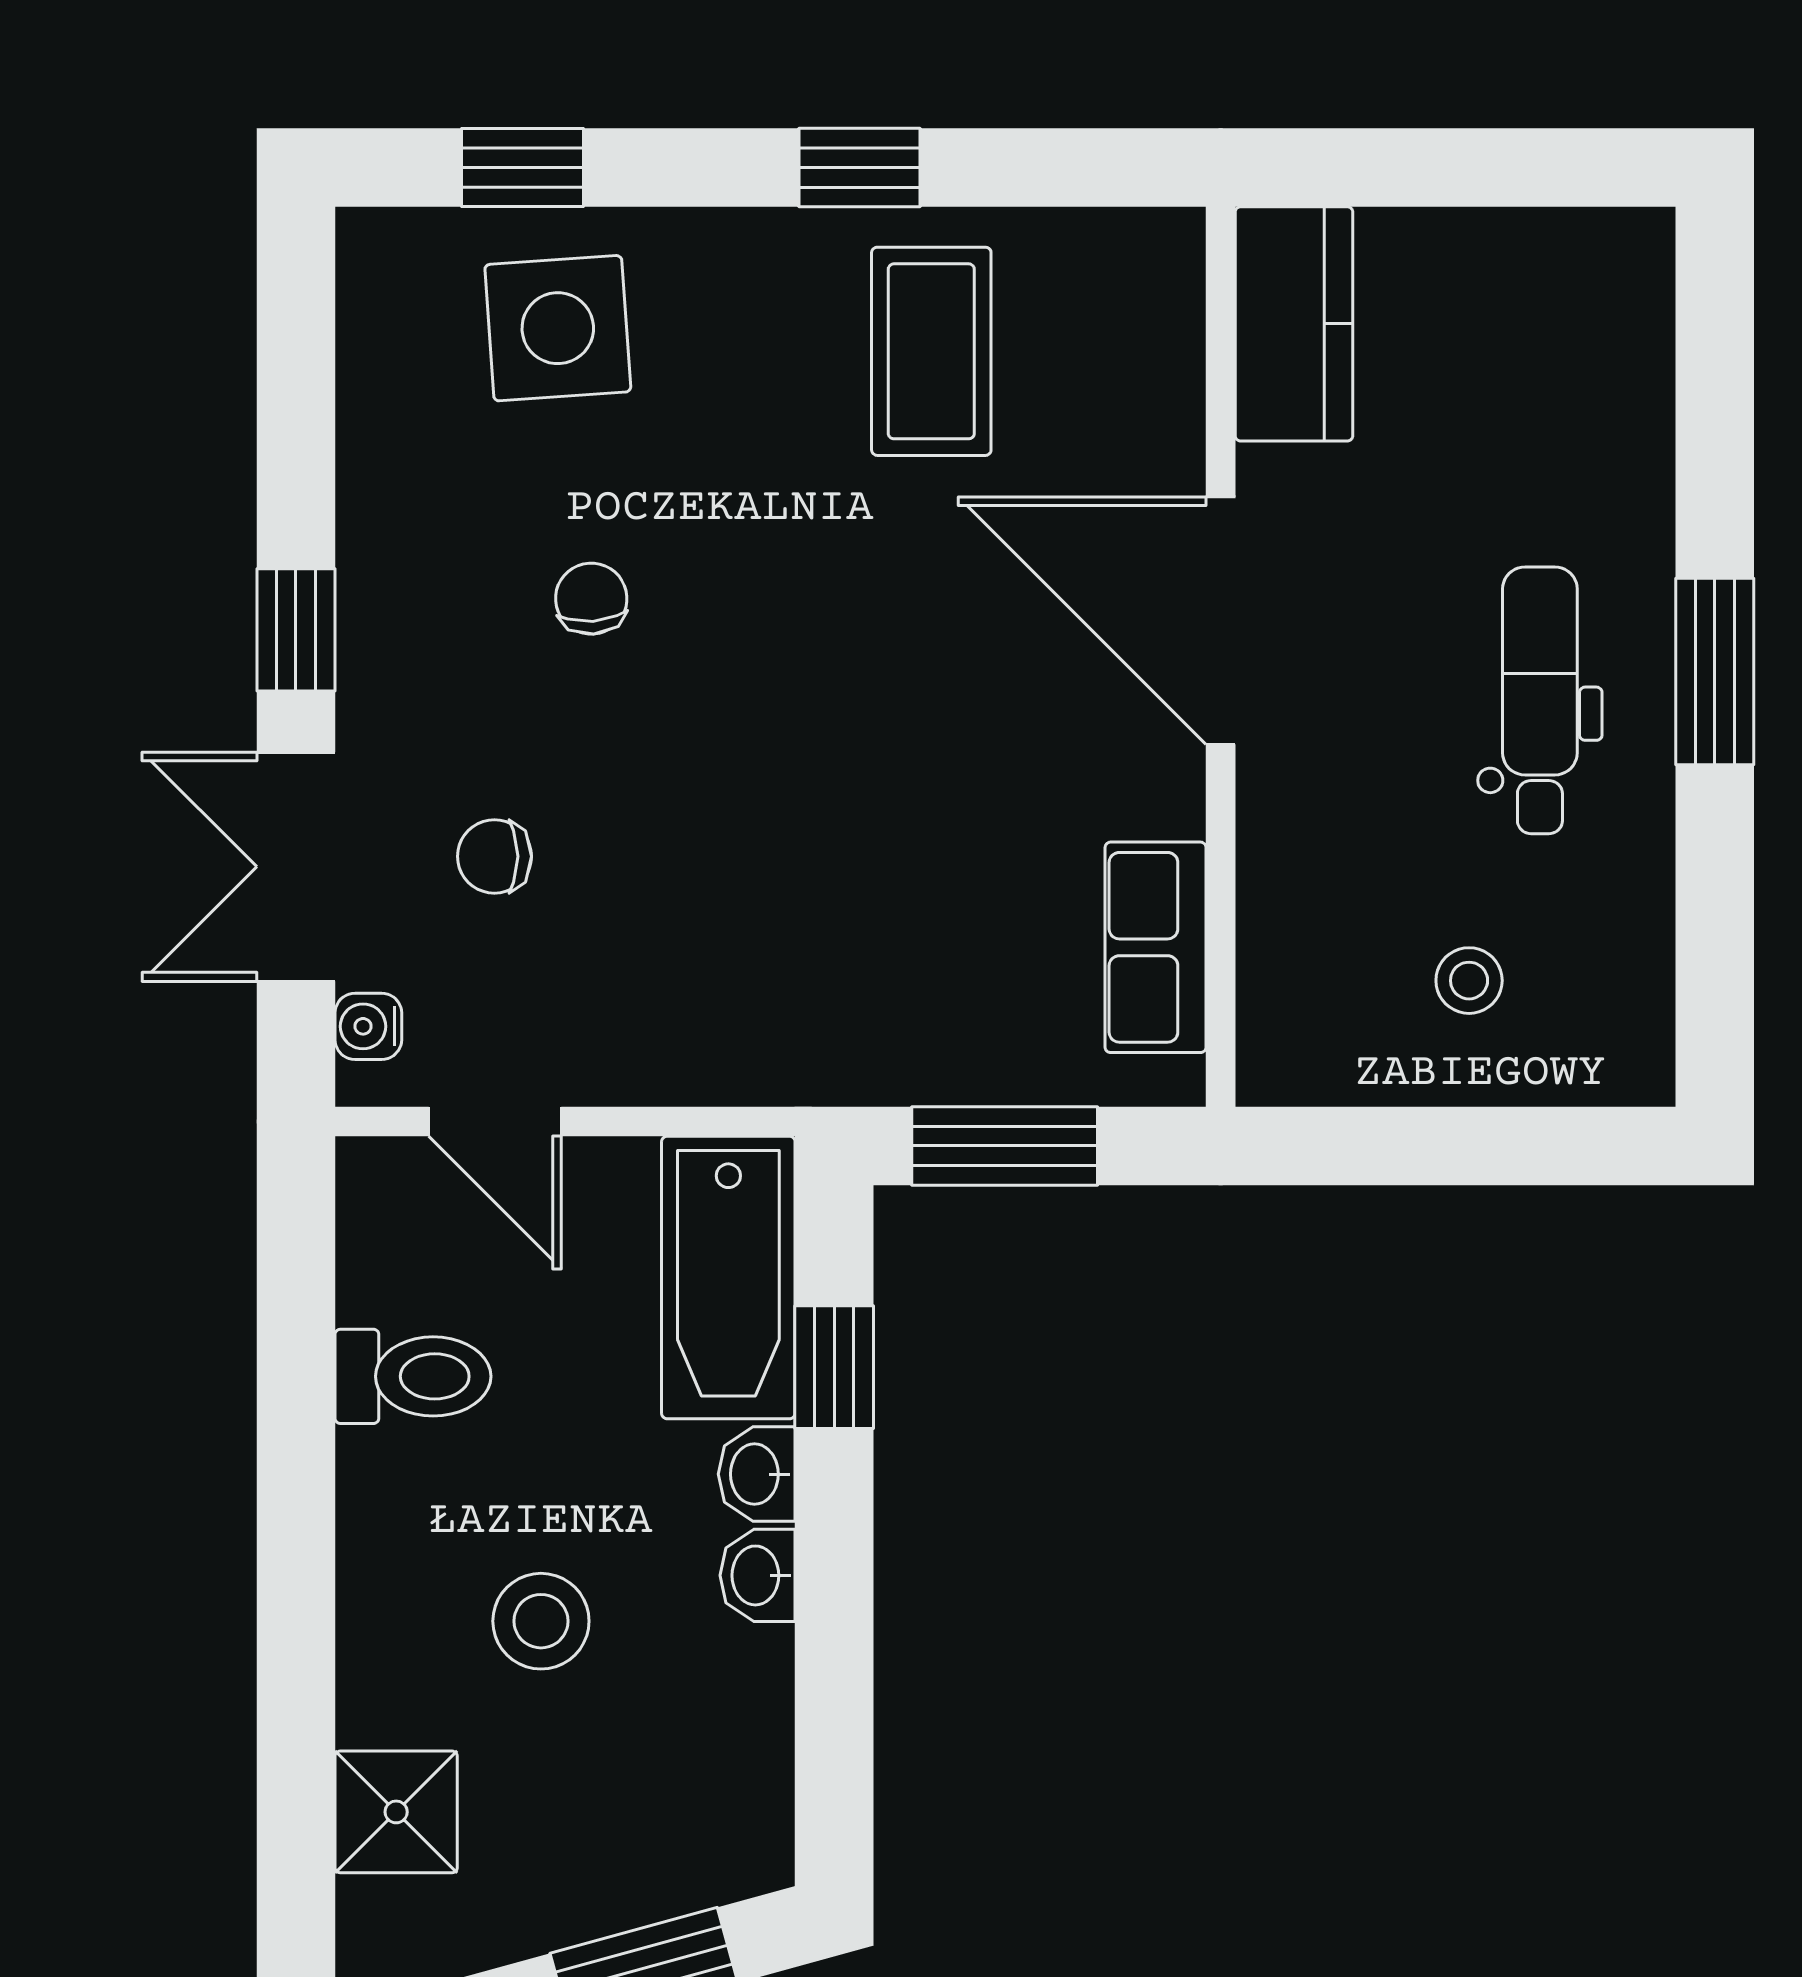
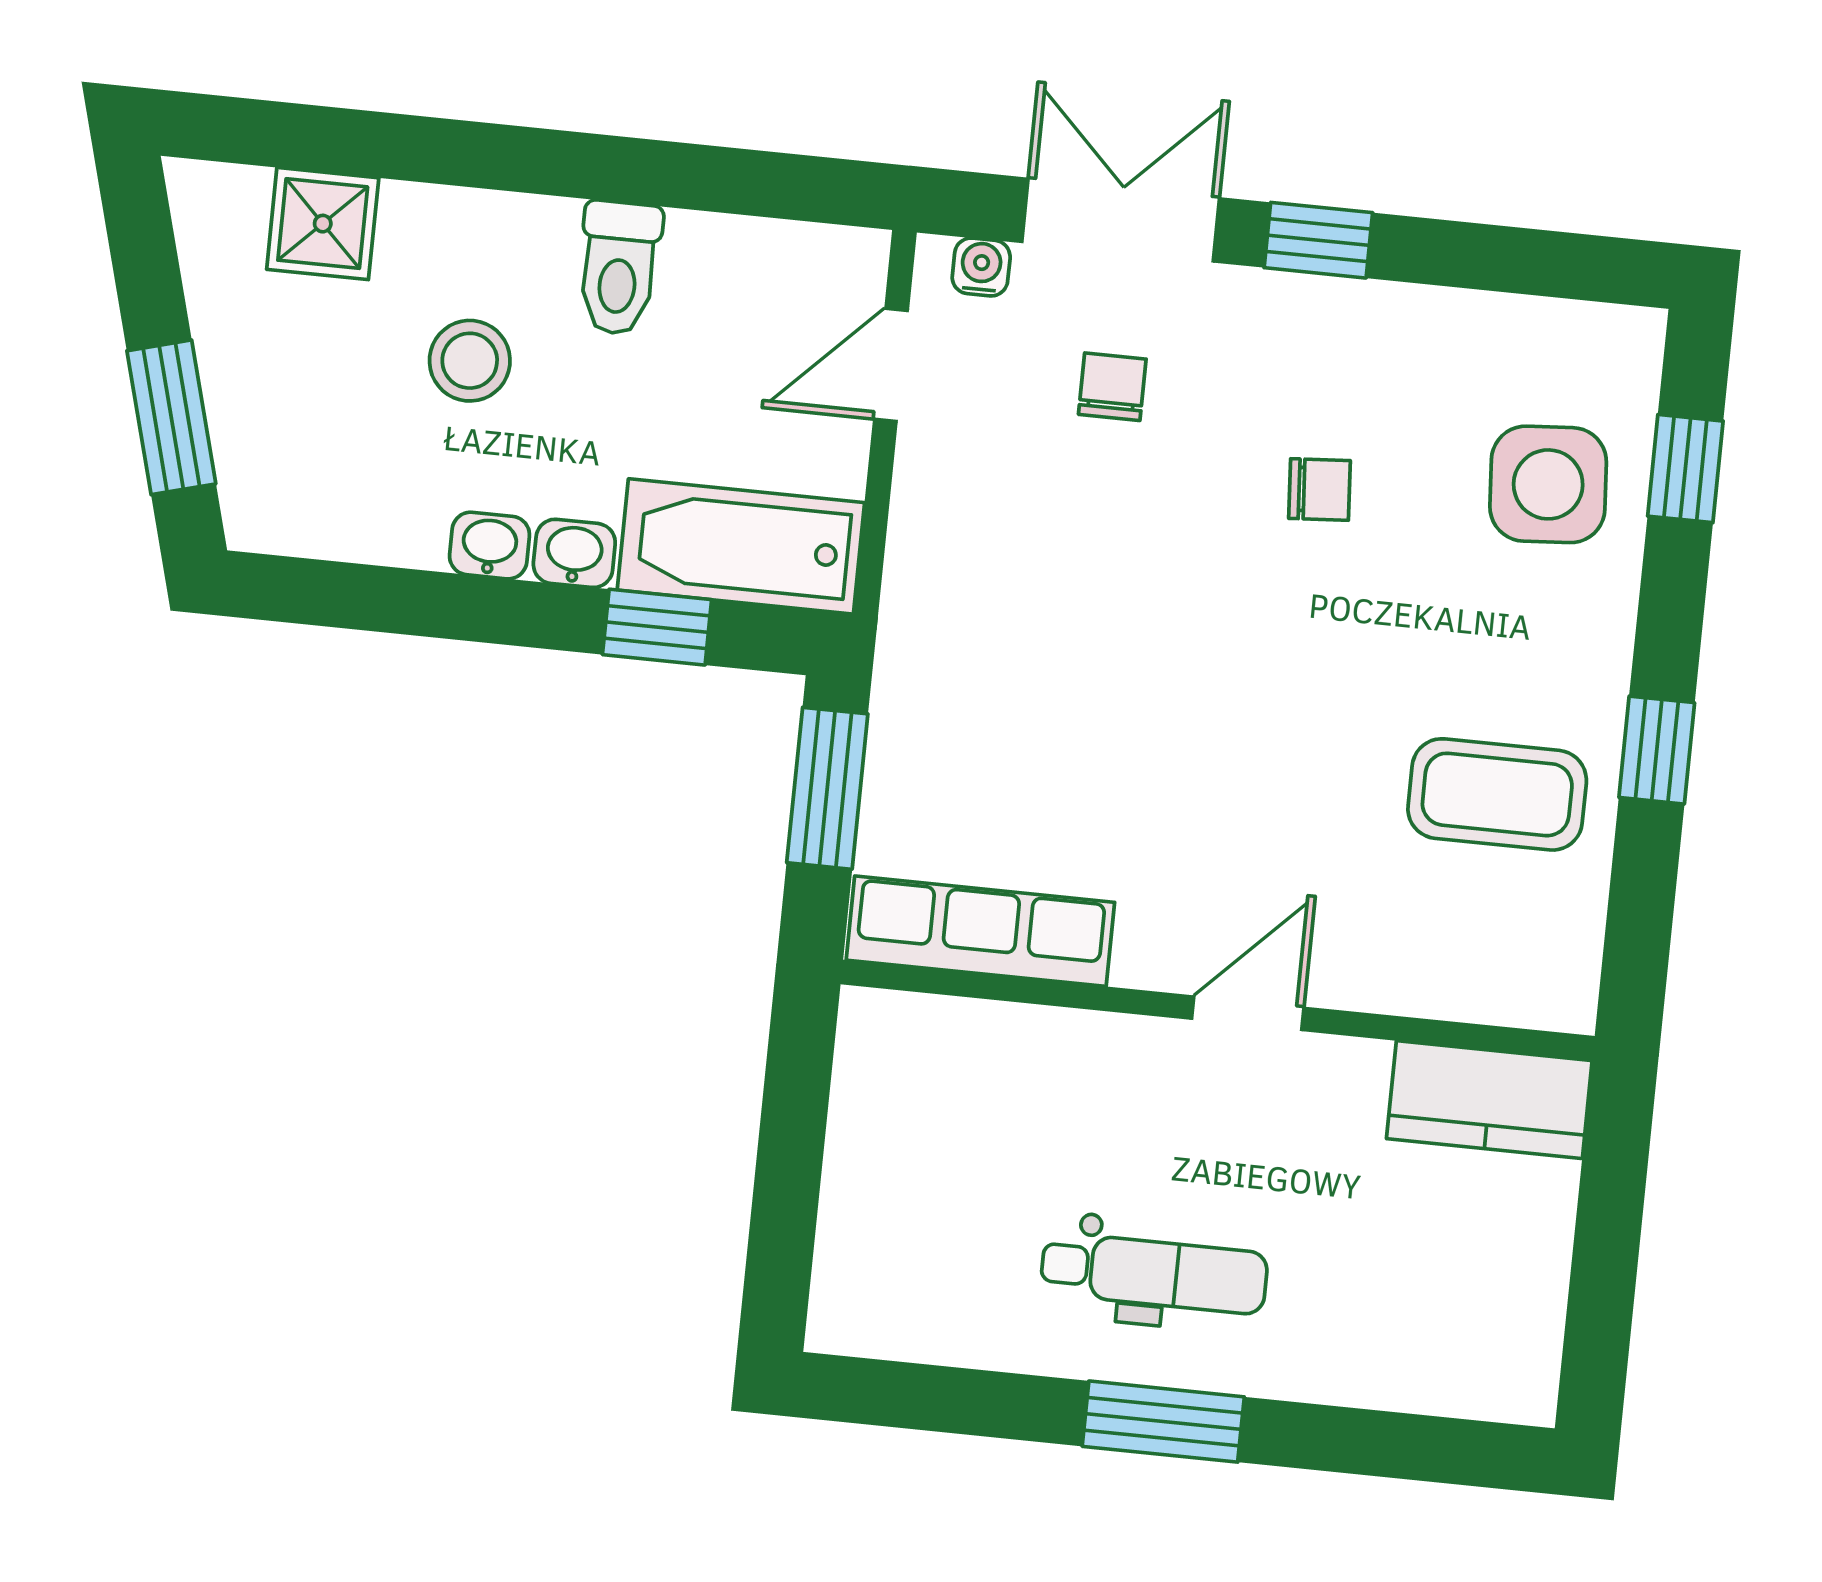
door: (1221, 621) -> (1248, 1013), width x0.53
row of seats: (1156, 947) -> (980, 931), width x1.48
stool: (1469, 981) -> (926, 1190), removed
toilet: (413, 1376) -> (619, 268), moved

